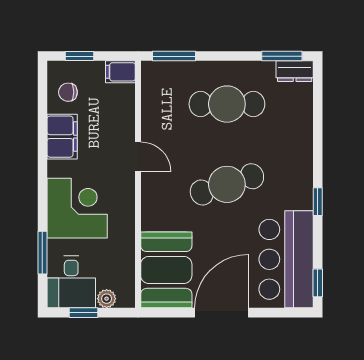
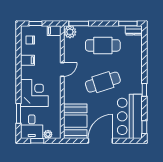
plant: (155, 74) -> (70, 32), added
filing cabinet: (62, 137) -> (28, 60), width x0.50
door: (138, 157) -> (62, 70), hinge flipped

